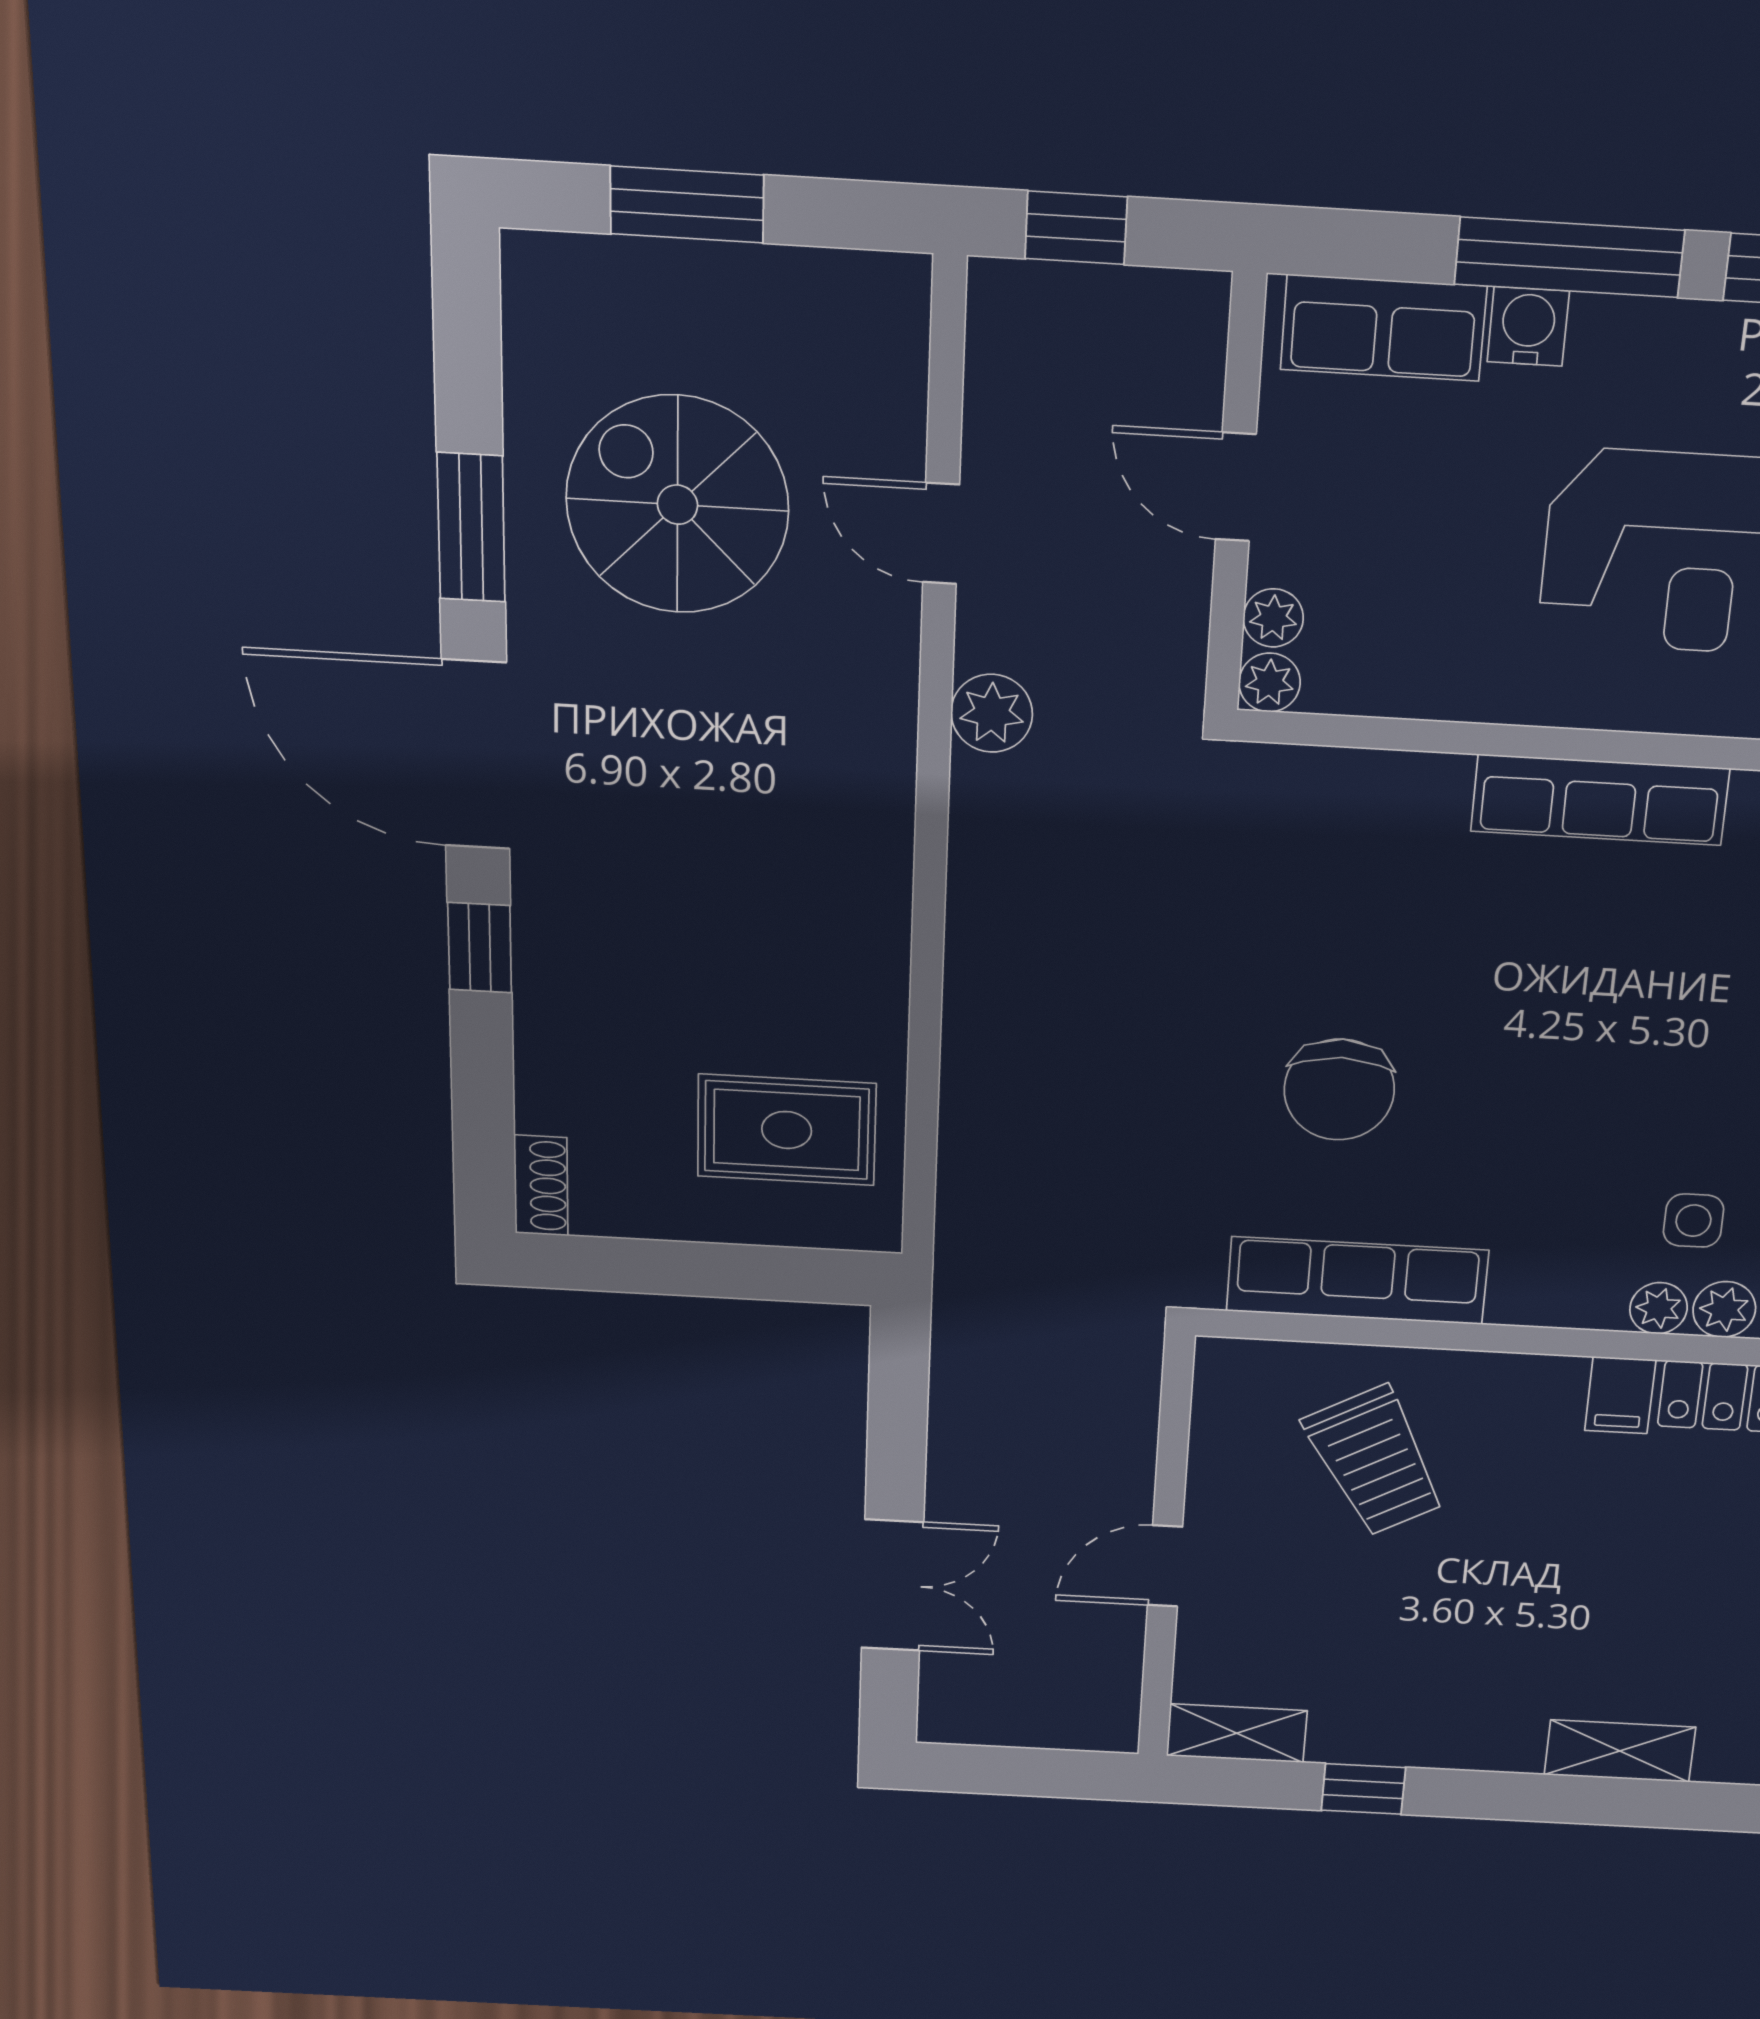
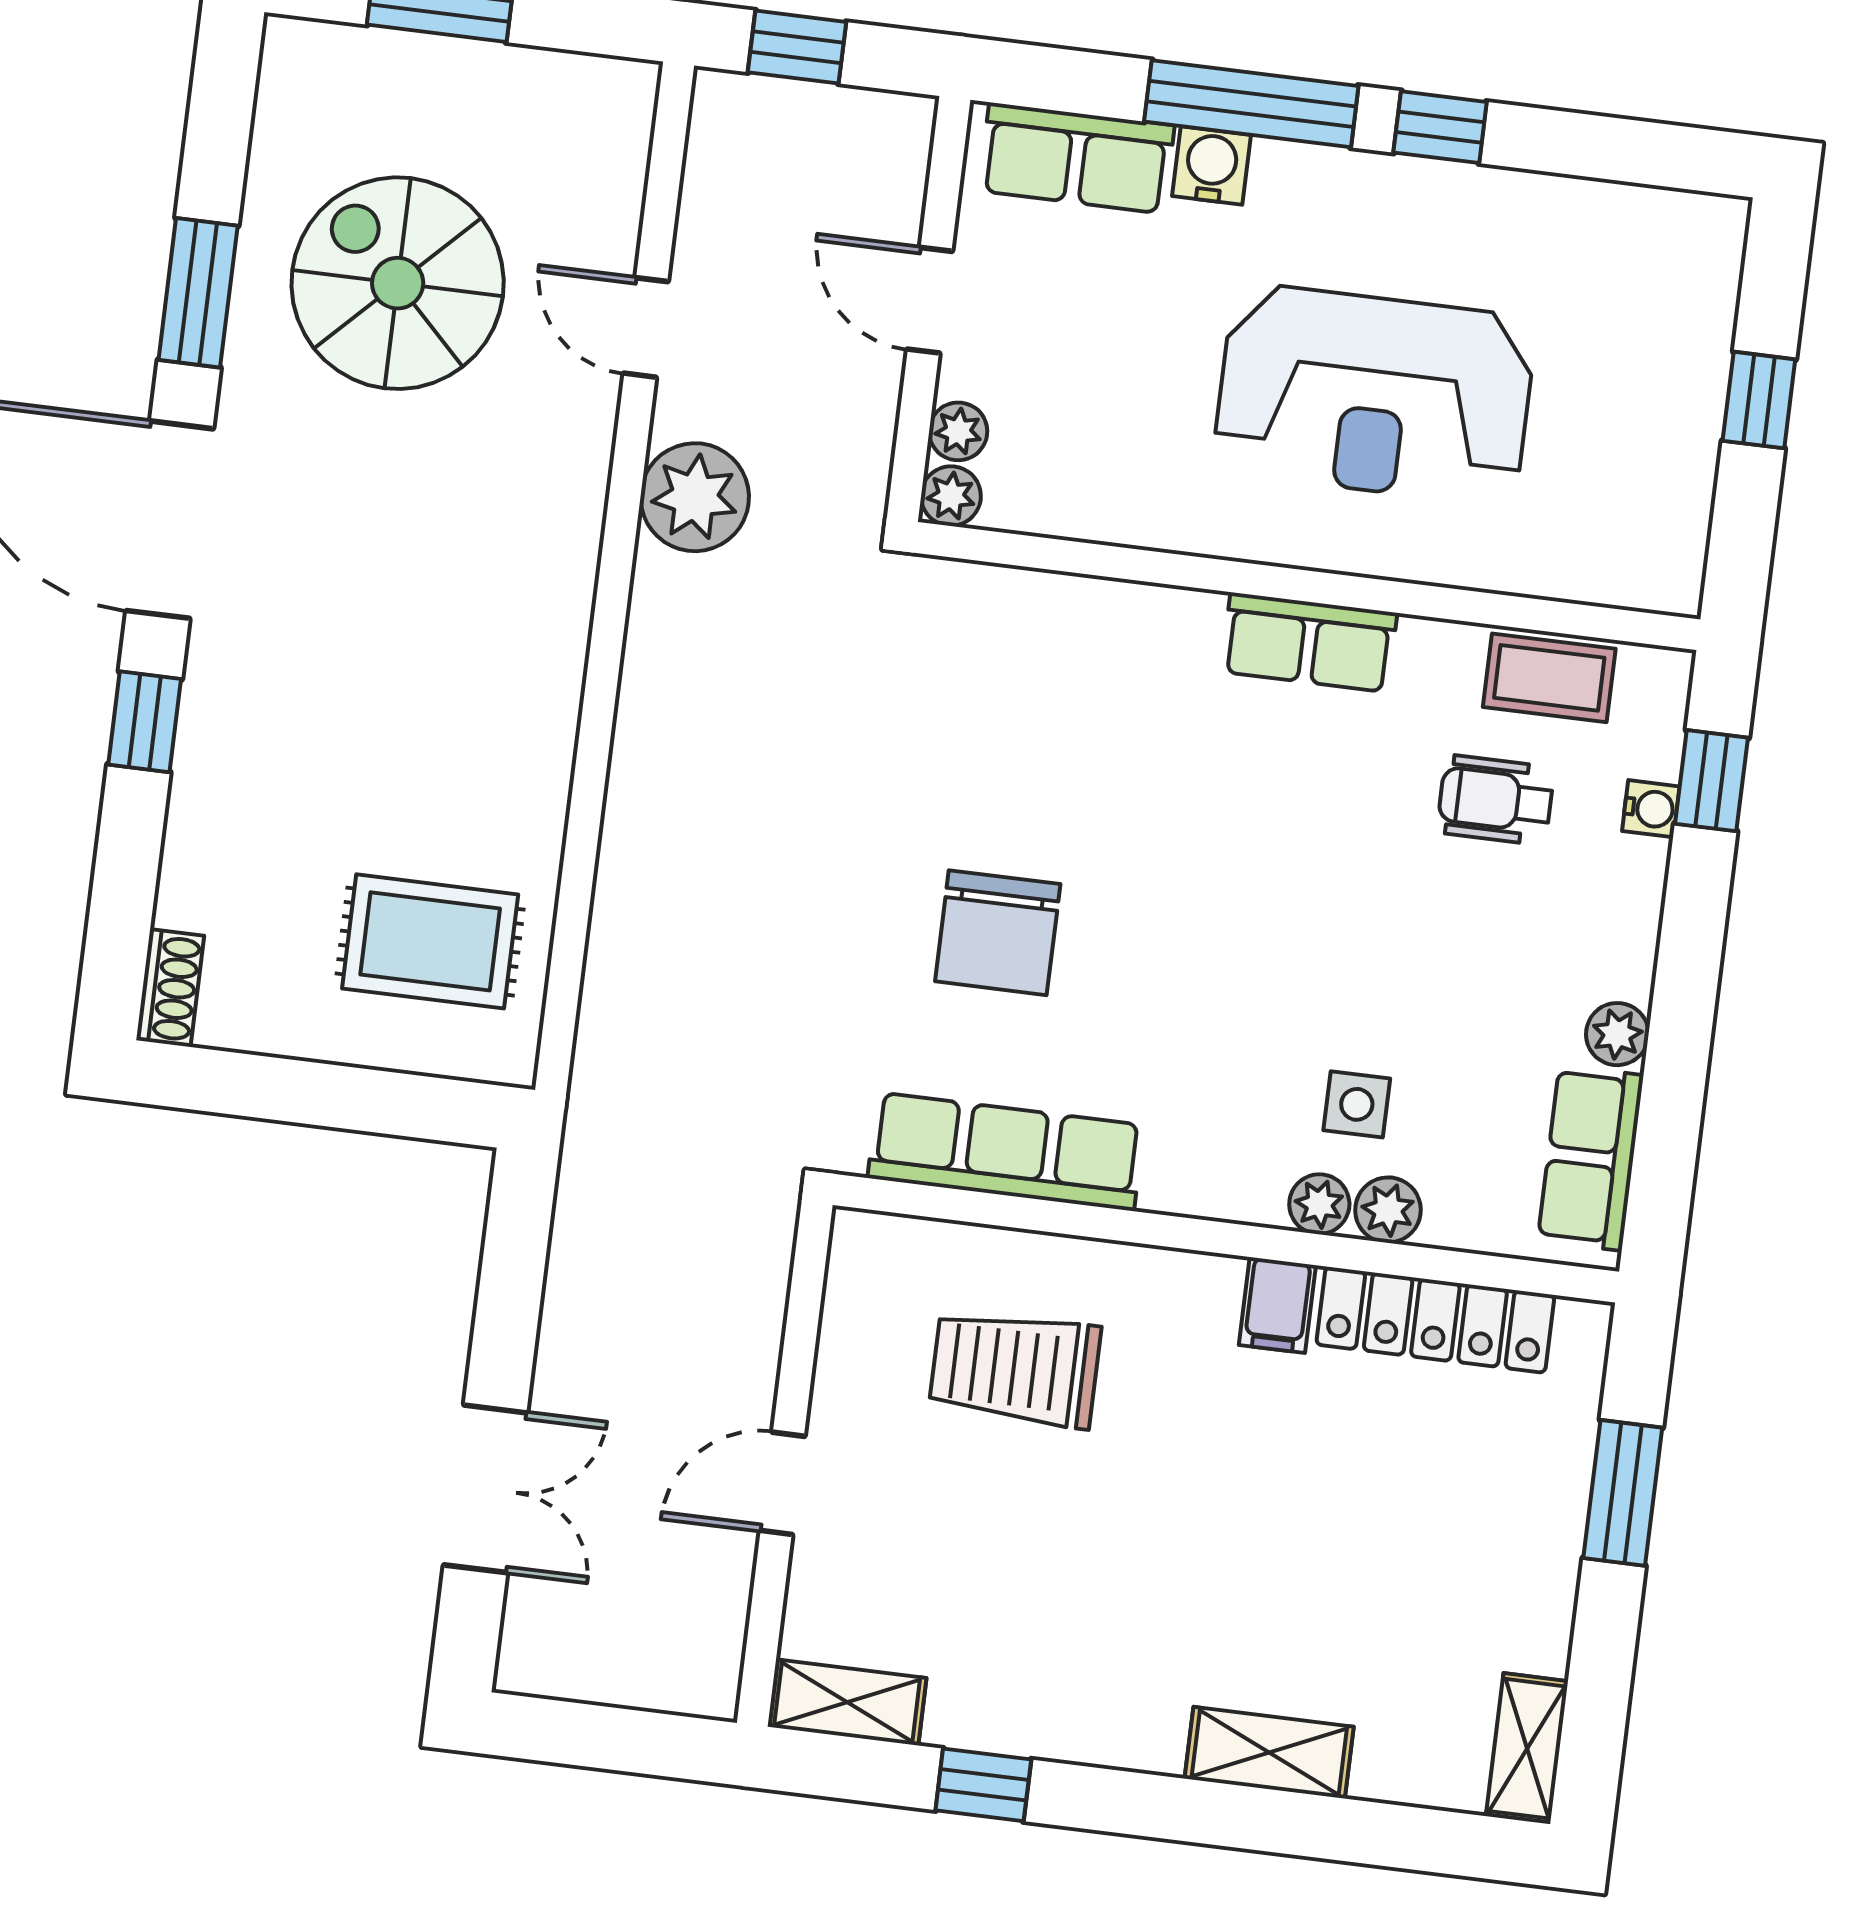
plant: (992, 713) -> (695, 497), width x1.36, depth x1.36
row of seats: (1600, 800) -> (1309, 642), width x0.68
trolley: (1375, 1461) -> (1015, 1368), turned 119

